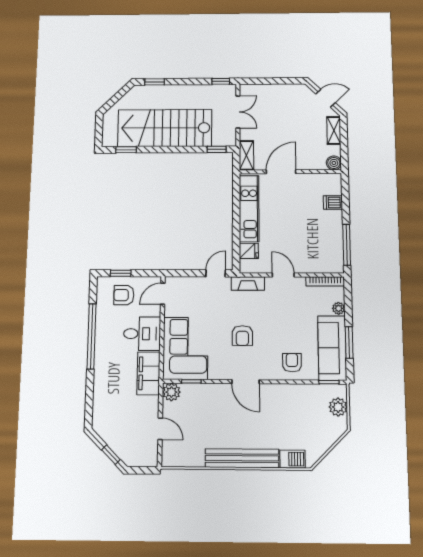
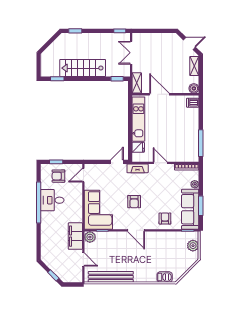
double door: (238, 112) -> (131, 53), swing flipped
stairs: (165, 128) -> (83, 68), width x0.73, depth x0.66
door: (281, 172) -> (159, 94), hinge flipped
dishwasher: (333, 202) -> (193, 103), moved
desk: (142, 334) -> (52, 200), moved, turned 180
filing cabinet: (148, 373) -> (75, 236), moved
bench: (242, 458) -> (111, 277), moved

